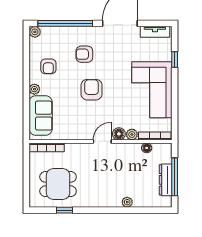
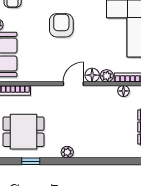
plant: (127, 202) -> (67, 152), moved

